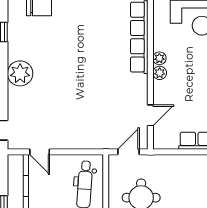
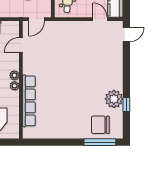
plant: (20, 73) -> (114, 99), moved

